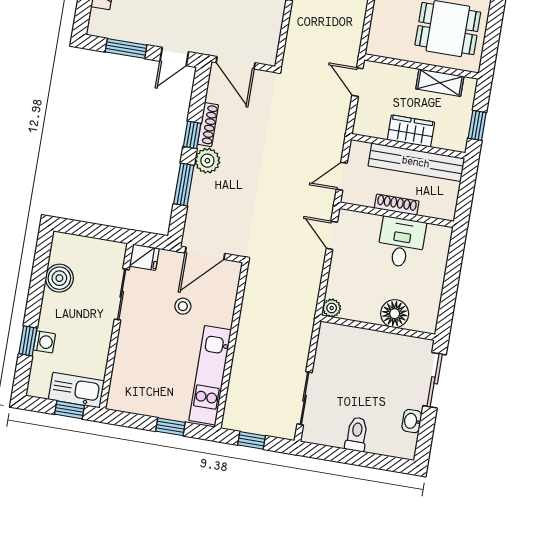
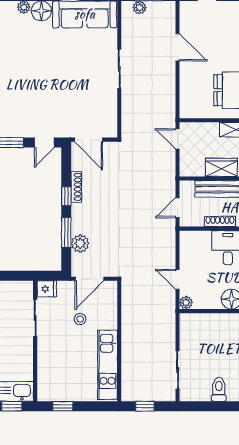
plant: (207, 161) -> (80, 243), moved
door: (332, 235) -> (178, 279), moved
window: (170, 427) -> (63, 406), moved

